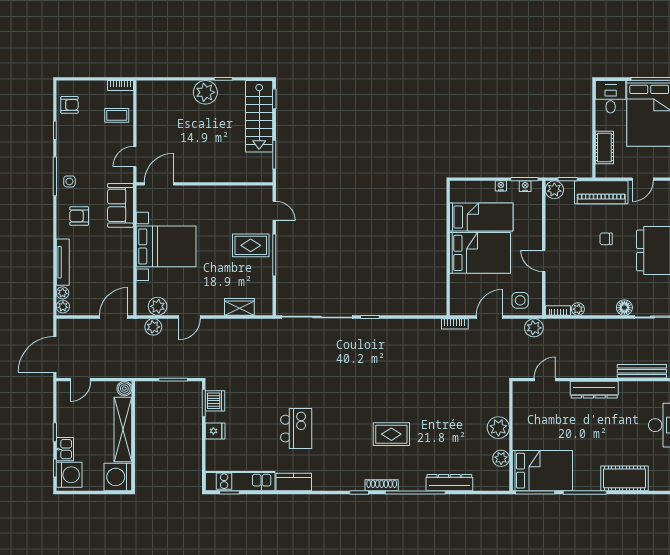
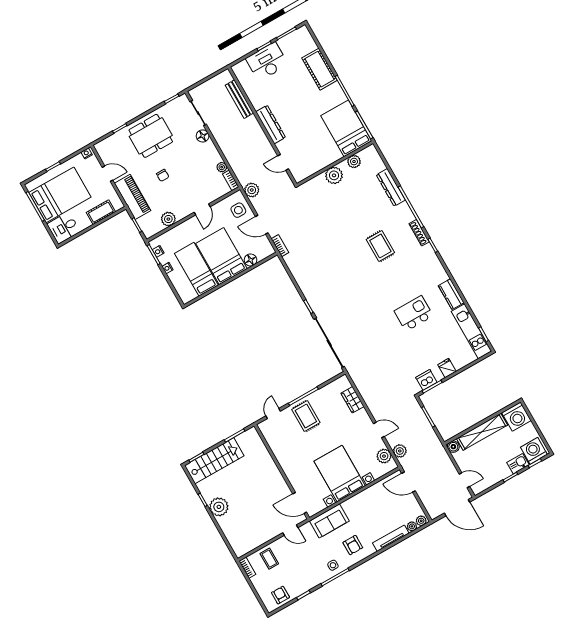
plant: (554, 190) -> (168, 219), moved
floor lamp: (458, 282) -> (251, 260), added

